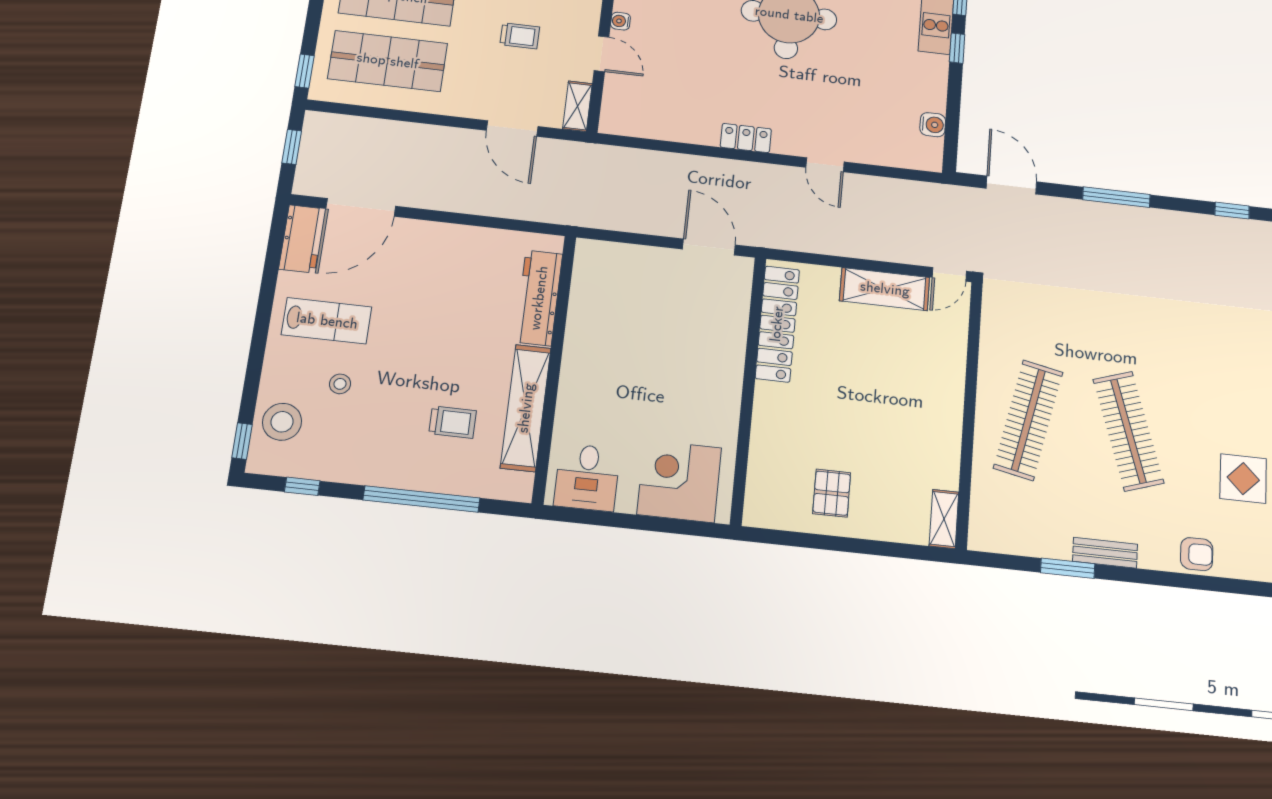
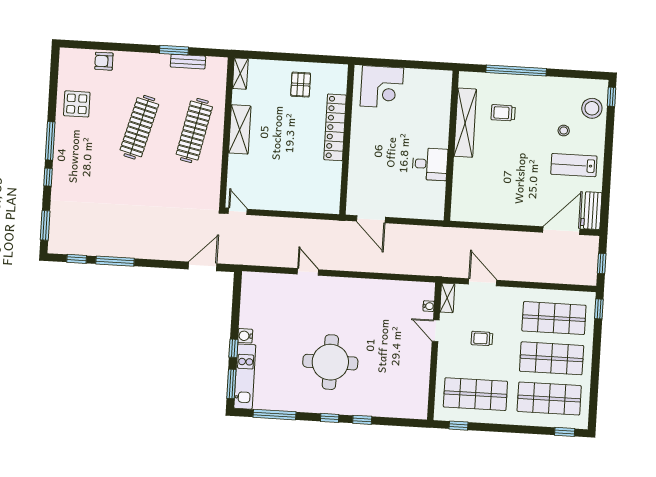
water cooler: (620, 21) -> (429, 306), moved
water cooler: (933, 125) -> (245, 336), moved
locker: (746, 138) -> (353, 285), removed
door: (1011, 185) -> (203, 266), swing flipped
window: (1116, 197) -> (115, 261), moved
door: (949, 274) -> (238, 211), hinge flipped
shelving: (885, 289) -> (240, 129), moved, turned 90
workbench: (539, 298) -> (462, 185), removed
locker: (777, 324) -> (335, 127), moved
clothes rail: (1128, 431) -> (139, 127), turned 33
desk: (587, 477) -> (430, 164), moved, turned 90
window: (302, 486) -> (578, 74), removed
bench: (1105, 553) -> (188, 62), moved

